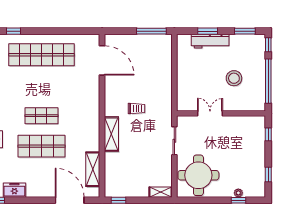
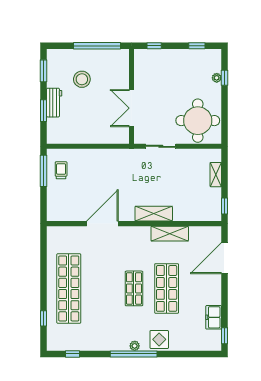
workbench: (210, 41) -> (54, 103), width x0.73
window: (268, 45) -> (58, 46), removed
door: (102, 60) -> (102, 224), moved
stool: (234, 78) -> (82, 79), moved
trolley: (136, 109) -> (61, 170), moved
double door: (210, 113) -> (132, 108), width x1.37
shelving: (93, 169) -> (170, 234), moved
shelving: (161, 192) -> (216, 175), moved

